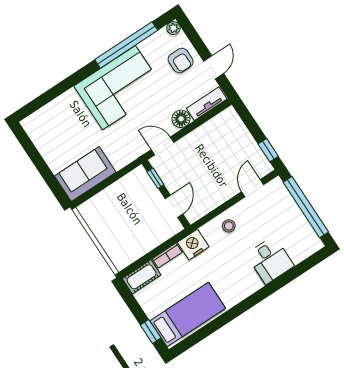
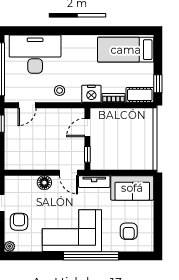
window: (126, 45) -> (91, 256), moved
tv unit: (207, 104) -> (94, 182), moved
armchair: (59, 126) -> (129, 231), added
desk: (270, 260) -> (35, 54), width x1.87, depth x1.30
window: (151, 331) -> (158, 84), moved

